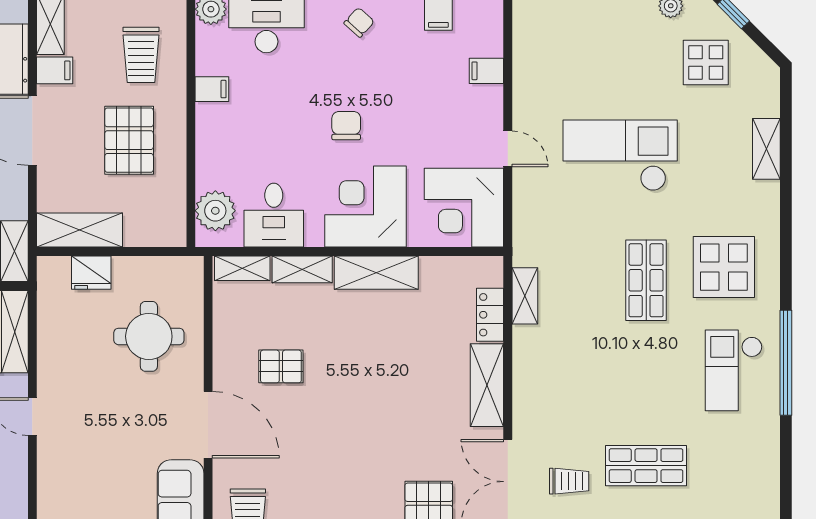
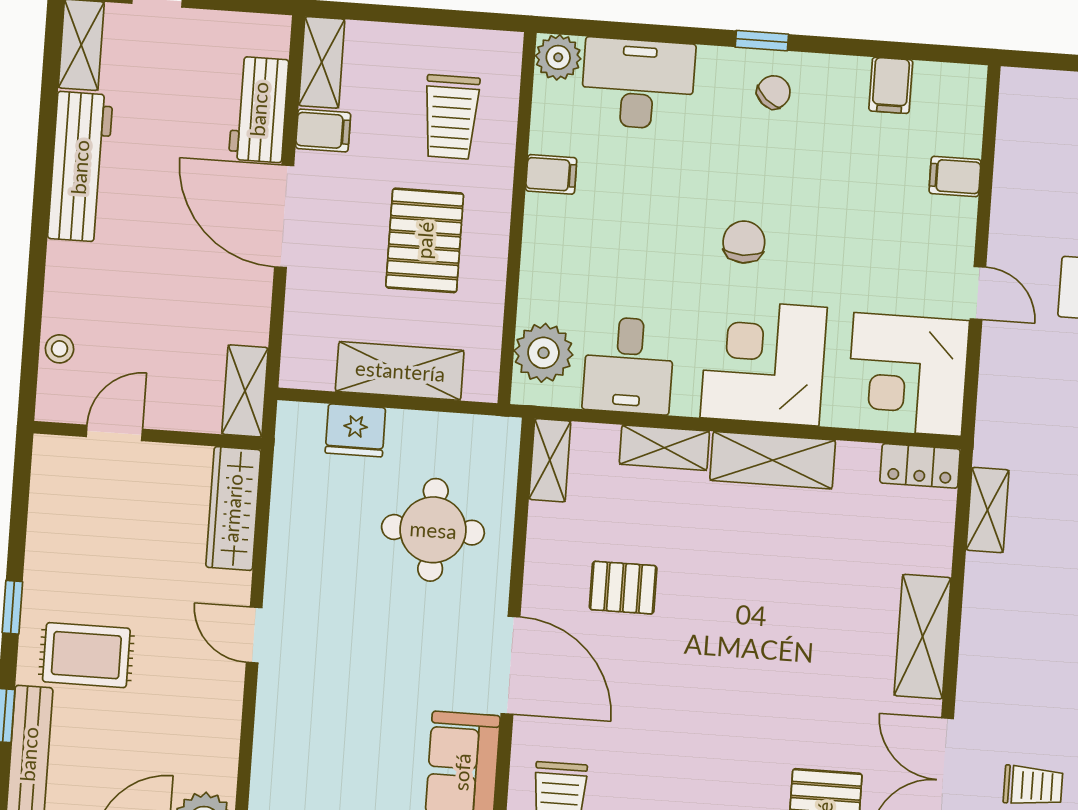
shelving: (80, 230) -> (400, 371), moved
shelving: (242, 268) -> (550, 460), moved, turned 90
locker: (490, 315) -> (920, 466), moved, turned -90

